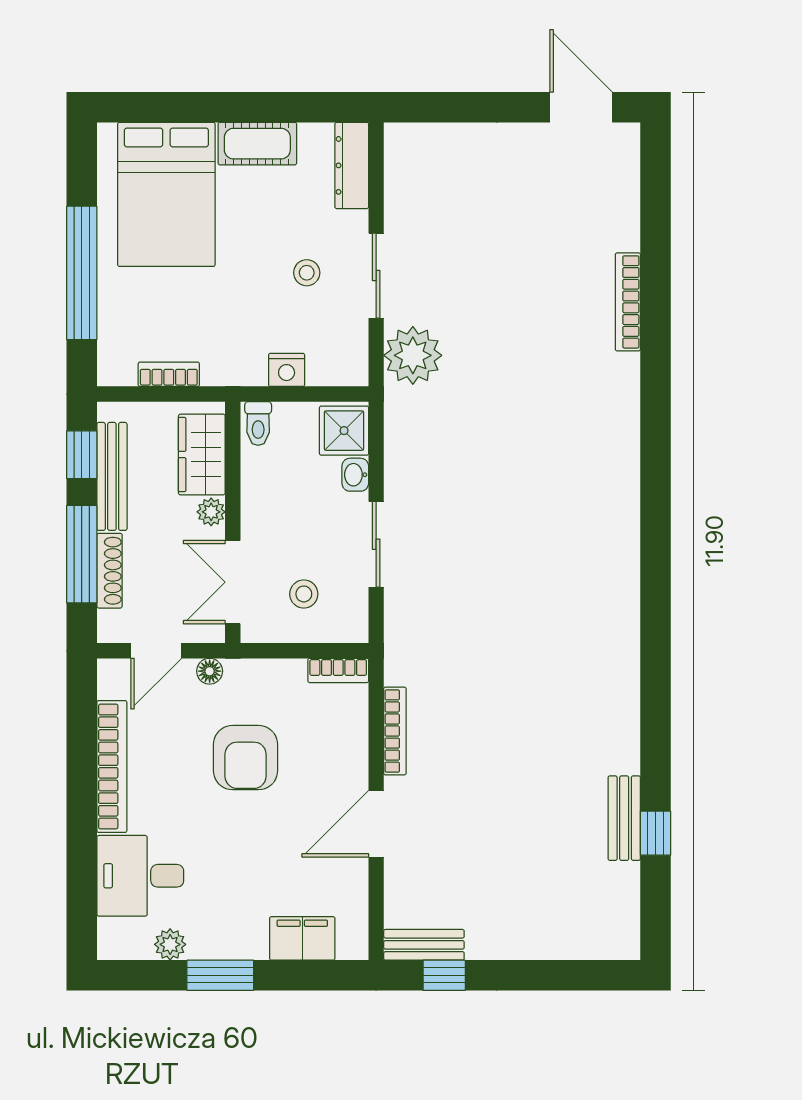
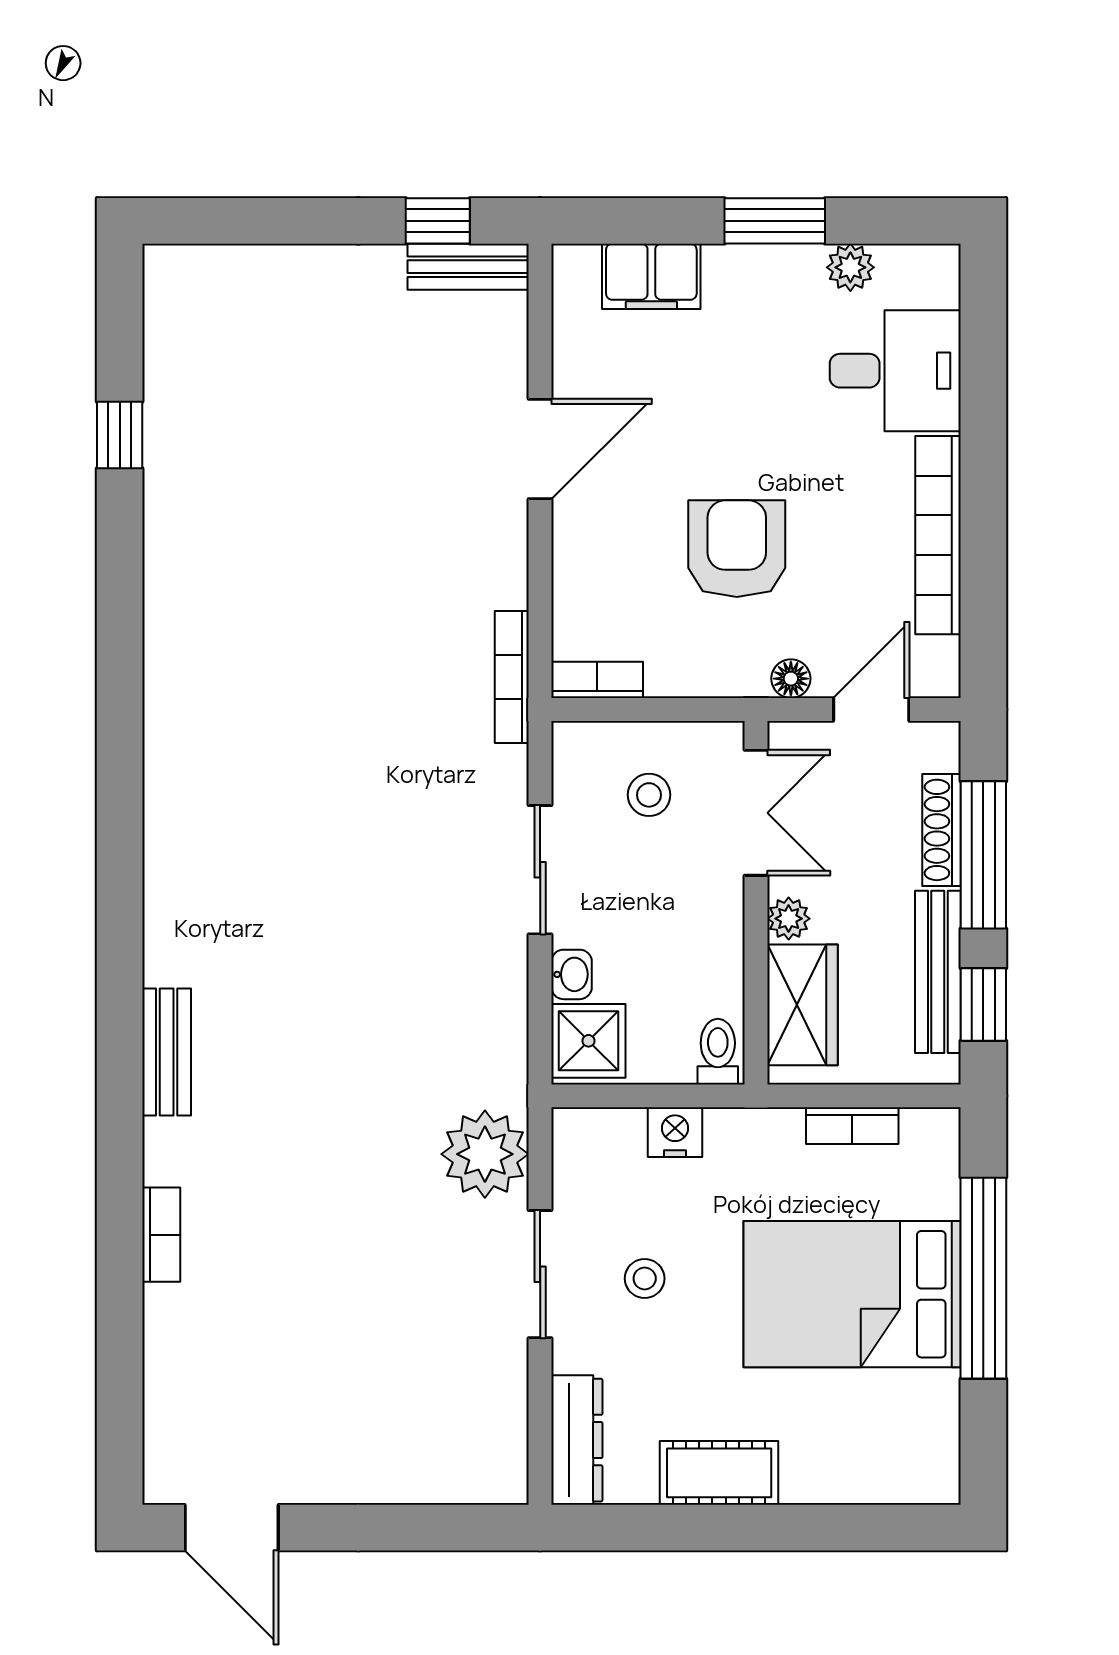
bed: (166, 194) -> (852, 1294), moved, turned -90
bookcase: (628, 302) -> (161, 1235), width x0.64
bookcase: (395, 731) -> (512, 677), moved
bench: (624, 818) -> (167, 1052), moved

